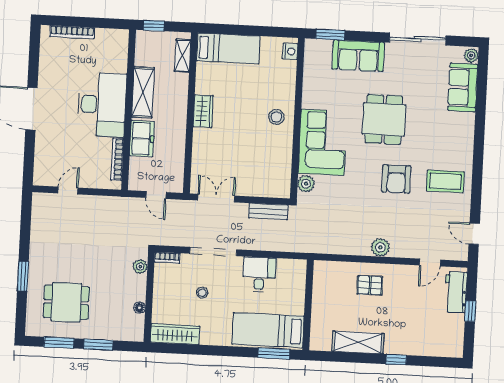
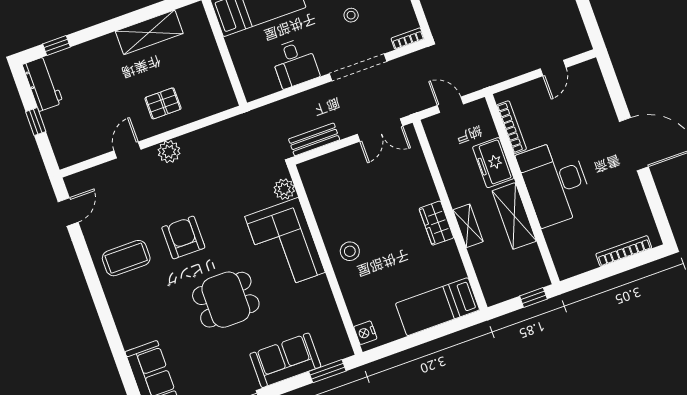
shelving: (183, 56) -> (468, 226), moved
dining table: (384, 119) -> (226, 300), turned 90
door: (474, 234) -> (68, 212), hinge flipped
door: (430, 263) -> (127, 150), moved
plant: (140, 267) -> (434, 16), removed
workbench: (456, 292) -> (43, 84), moved
window: (396, 360) -> (56, 46), moved

